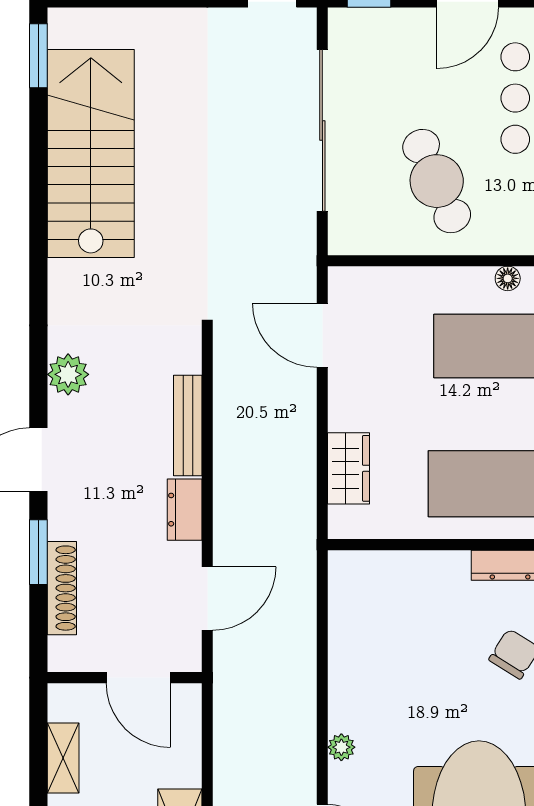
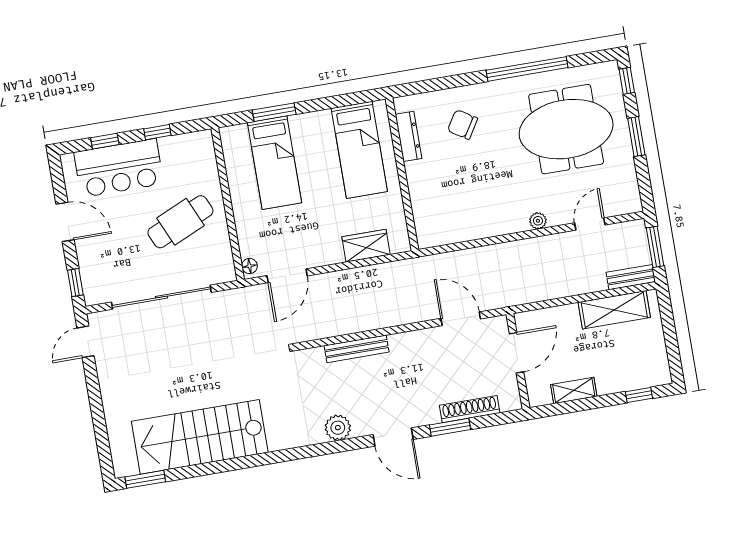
floor lamp: (508, 278) -> (250, 266), moved
dresser: (185, 510) -> (409, 342), removed

